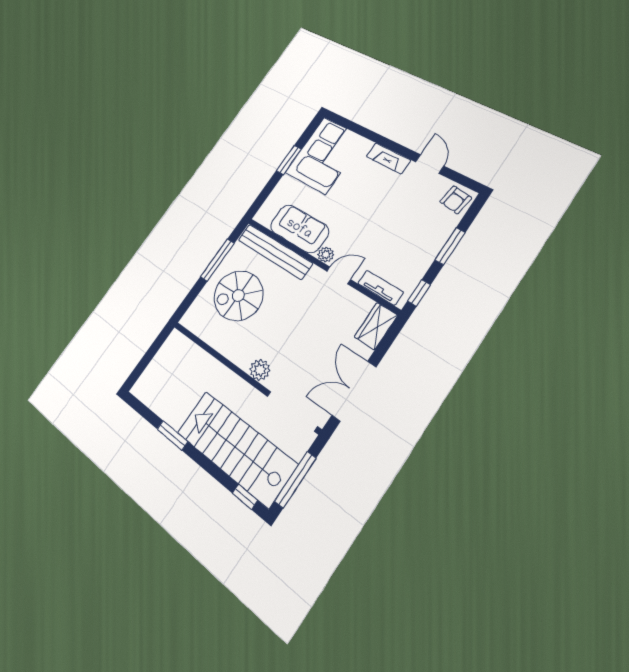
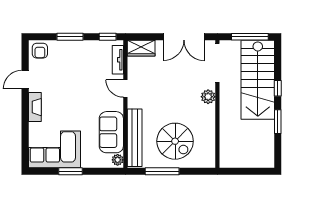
armchair: (456, 200) -> (40, 51), turned 82
plant: (326, 255) -> (118, 160), moved
window: (245, 497) -> (278, 88), moved

